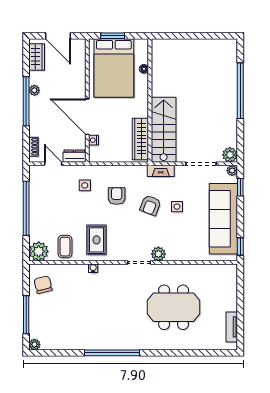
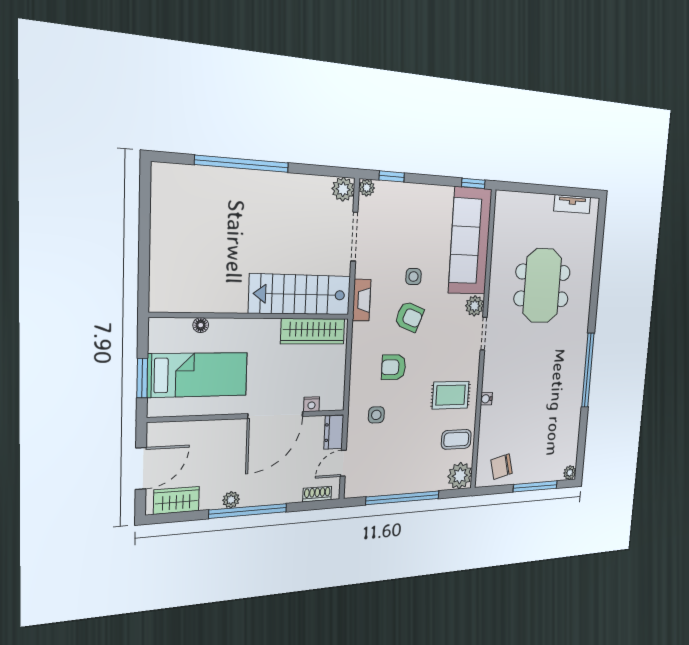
bed: (114, 68) -> (198, 375), width x0.67
sofa: (223, 219) -> (470, 241), moved, turned 90

